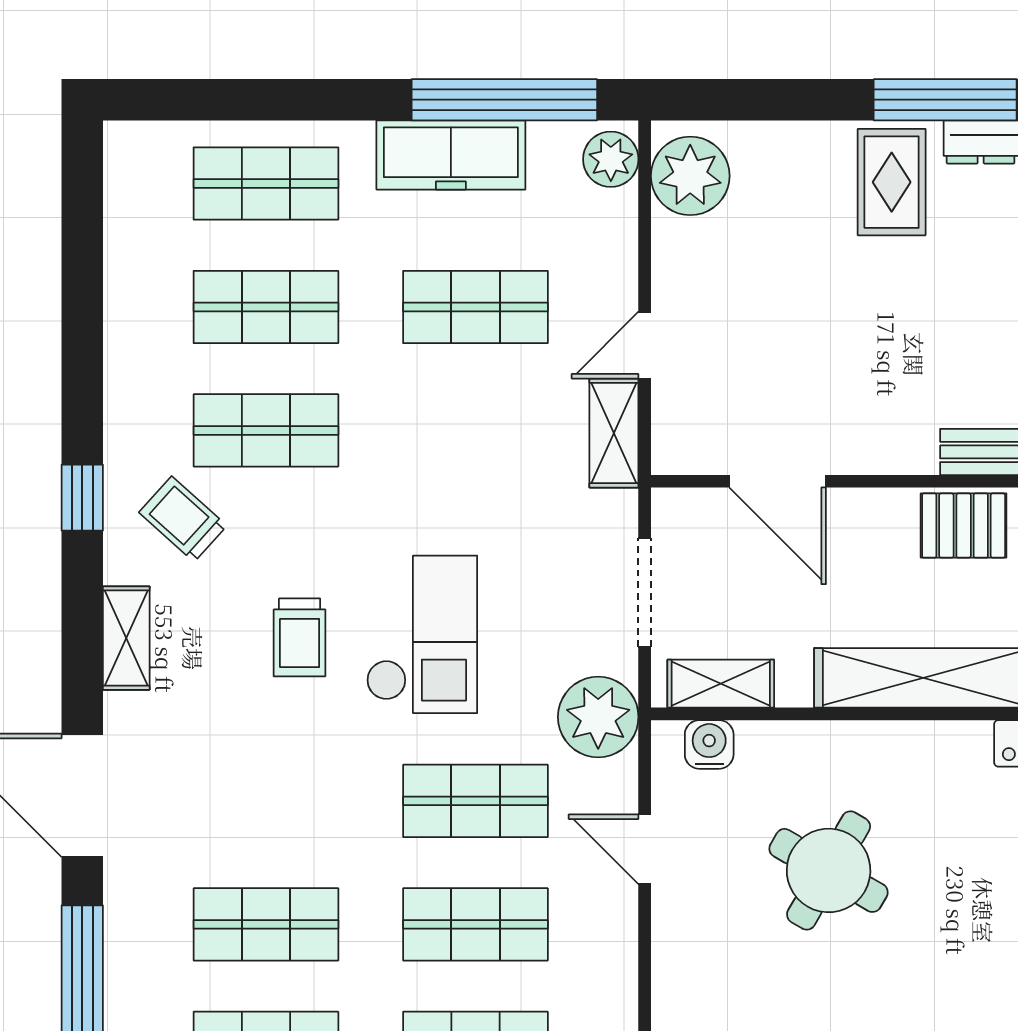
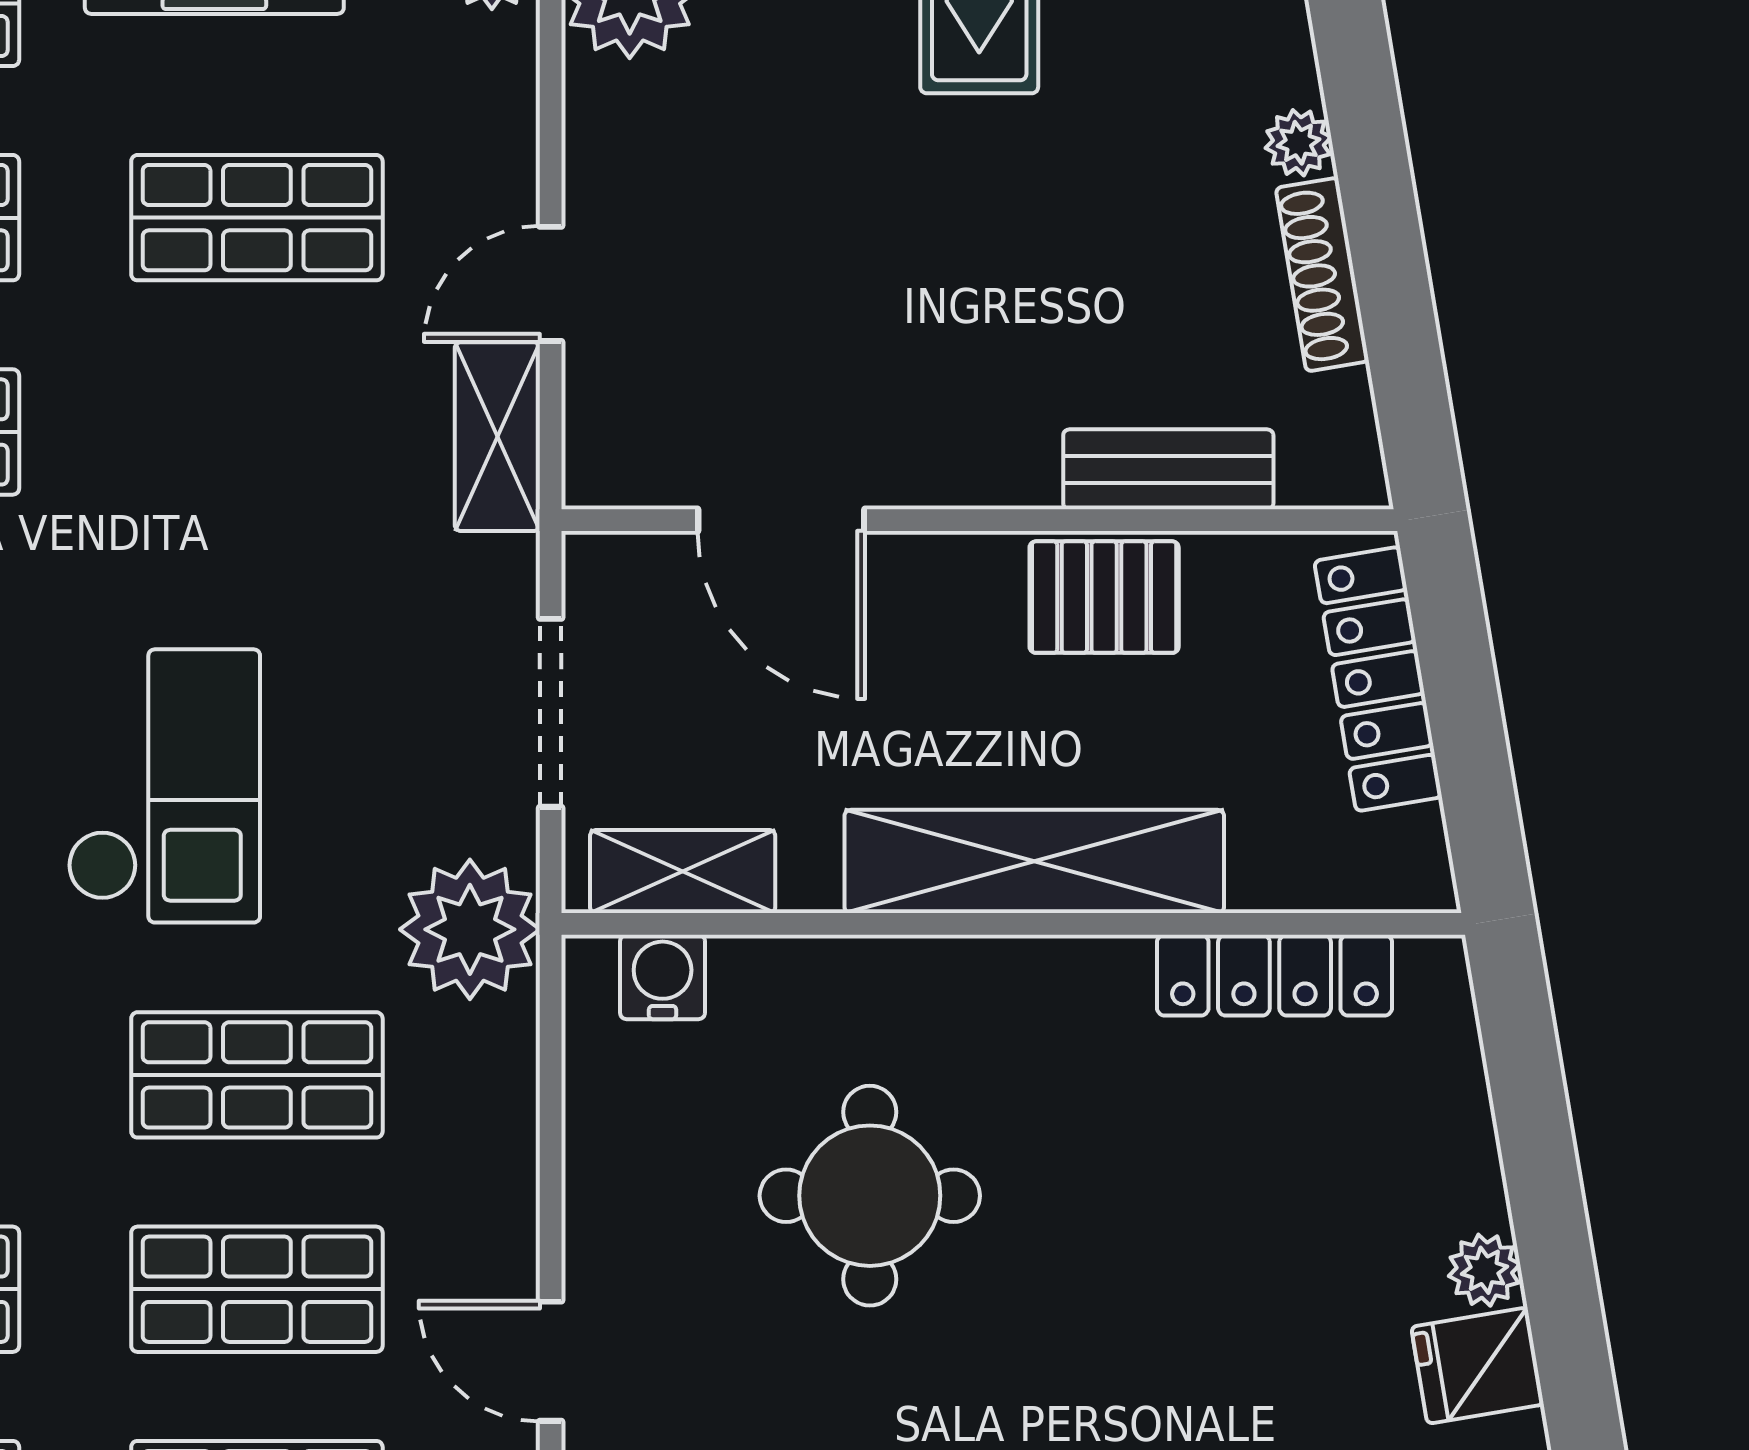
door: (645, 849) -> (551, 1361), moved
round table: (829, 870) -> (870, 1196), turned -30

